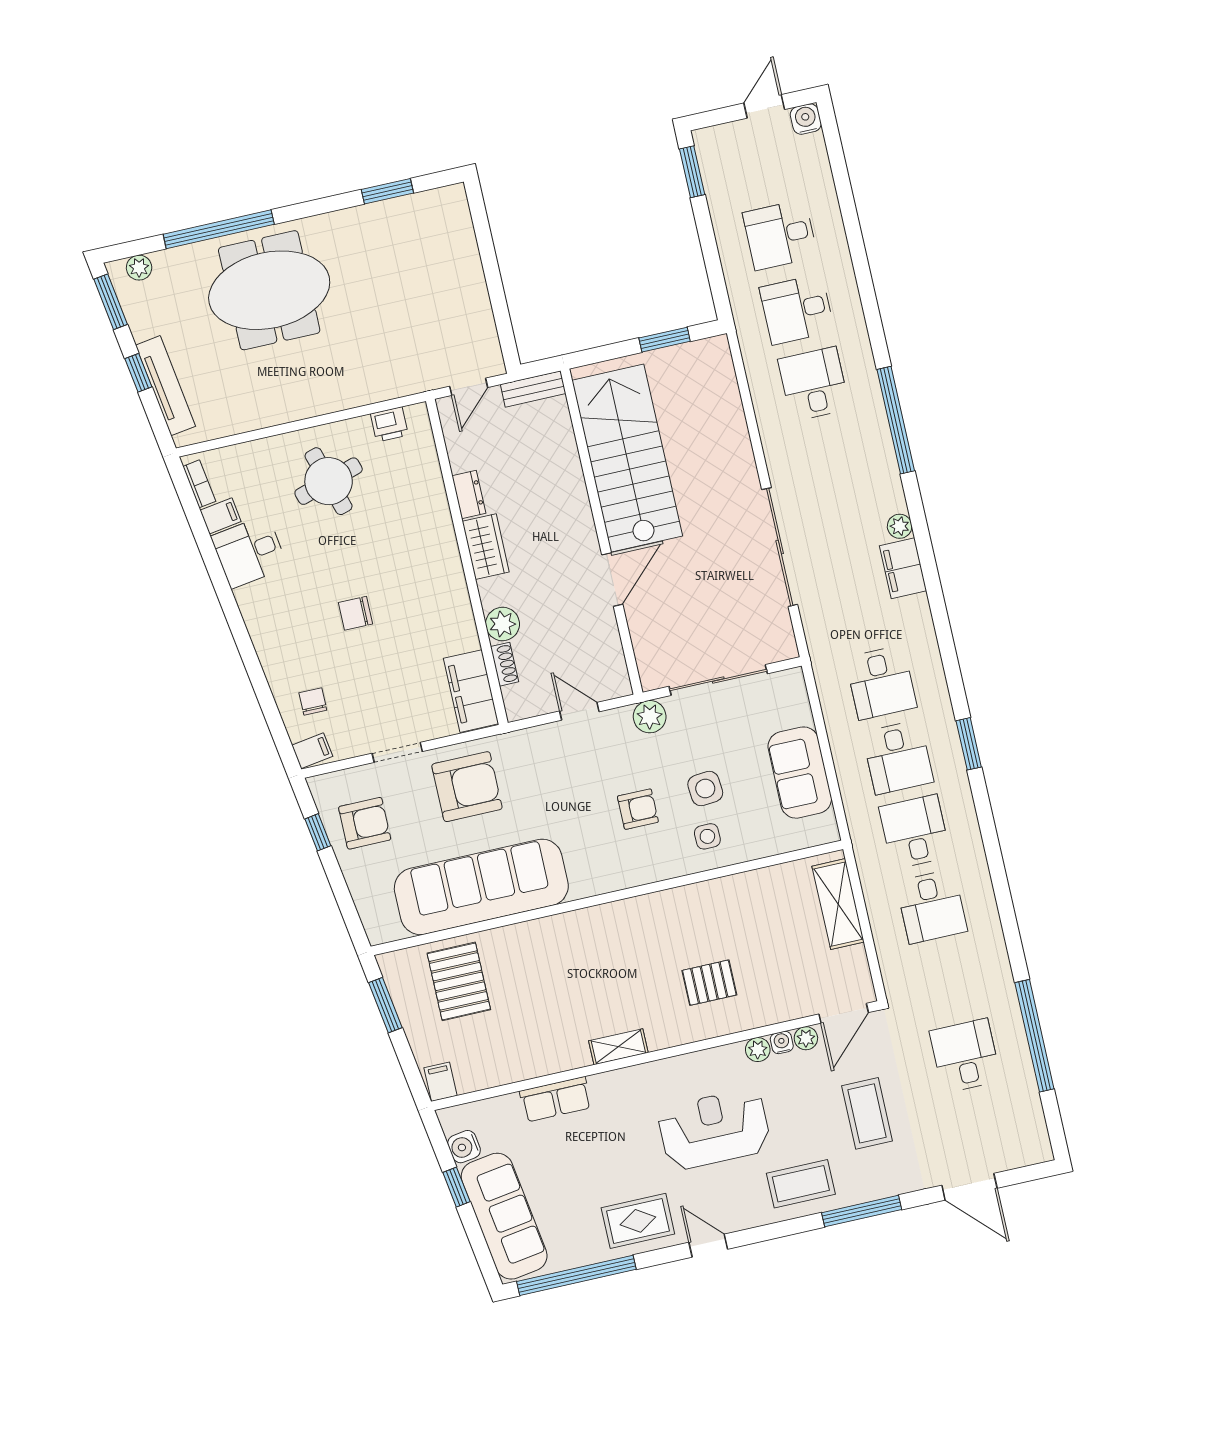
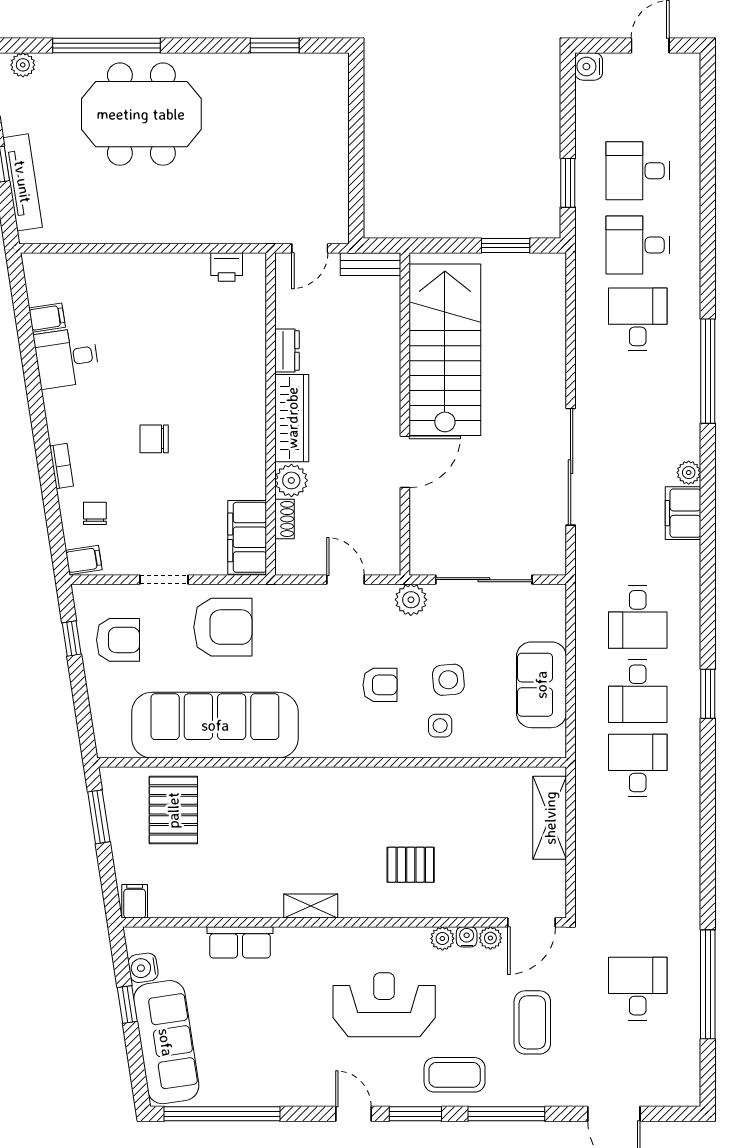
water cooler: (806, 119) -> (589, 66), moved, turned -90
window: (692, 172) -> (568, 183), moved
round table: (329, 481) -> (157, 308), removed
bookcase: (199, 484) -> (62, 466), moved
wardrobe: (486, 547) -> (292, 418), width x1.50
desk: (932, 906) -> (638, 840), removed
rug: (638, 1221) -> (292, 1075), removed
window: (770, 1232) -> (415, 1114), added

